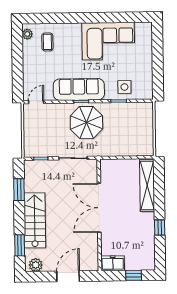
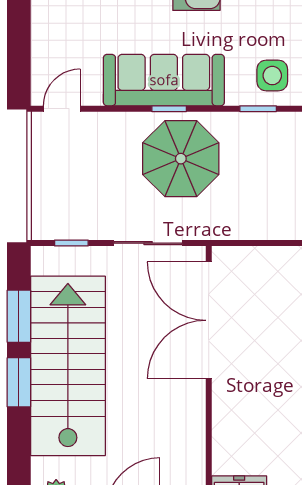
double door: (99, 208) -> (209, 320), moved
stairs: (35, 220) -> (68, 366), width x1.36, depth x1.51
window: (20, 245) -> (19, 382), moved

